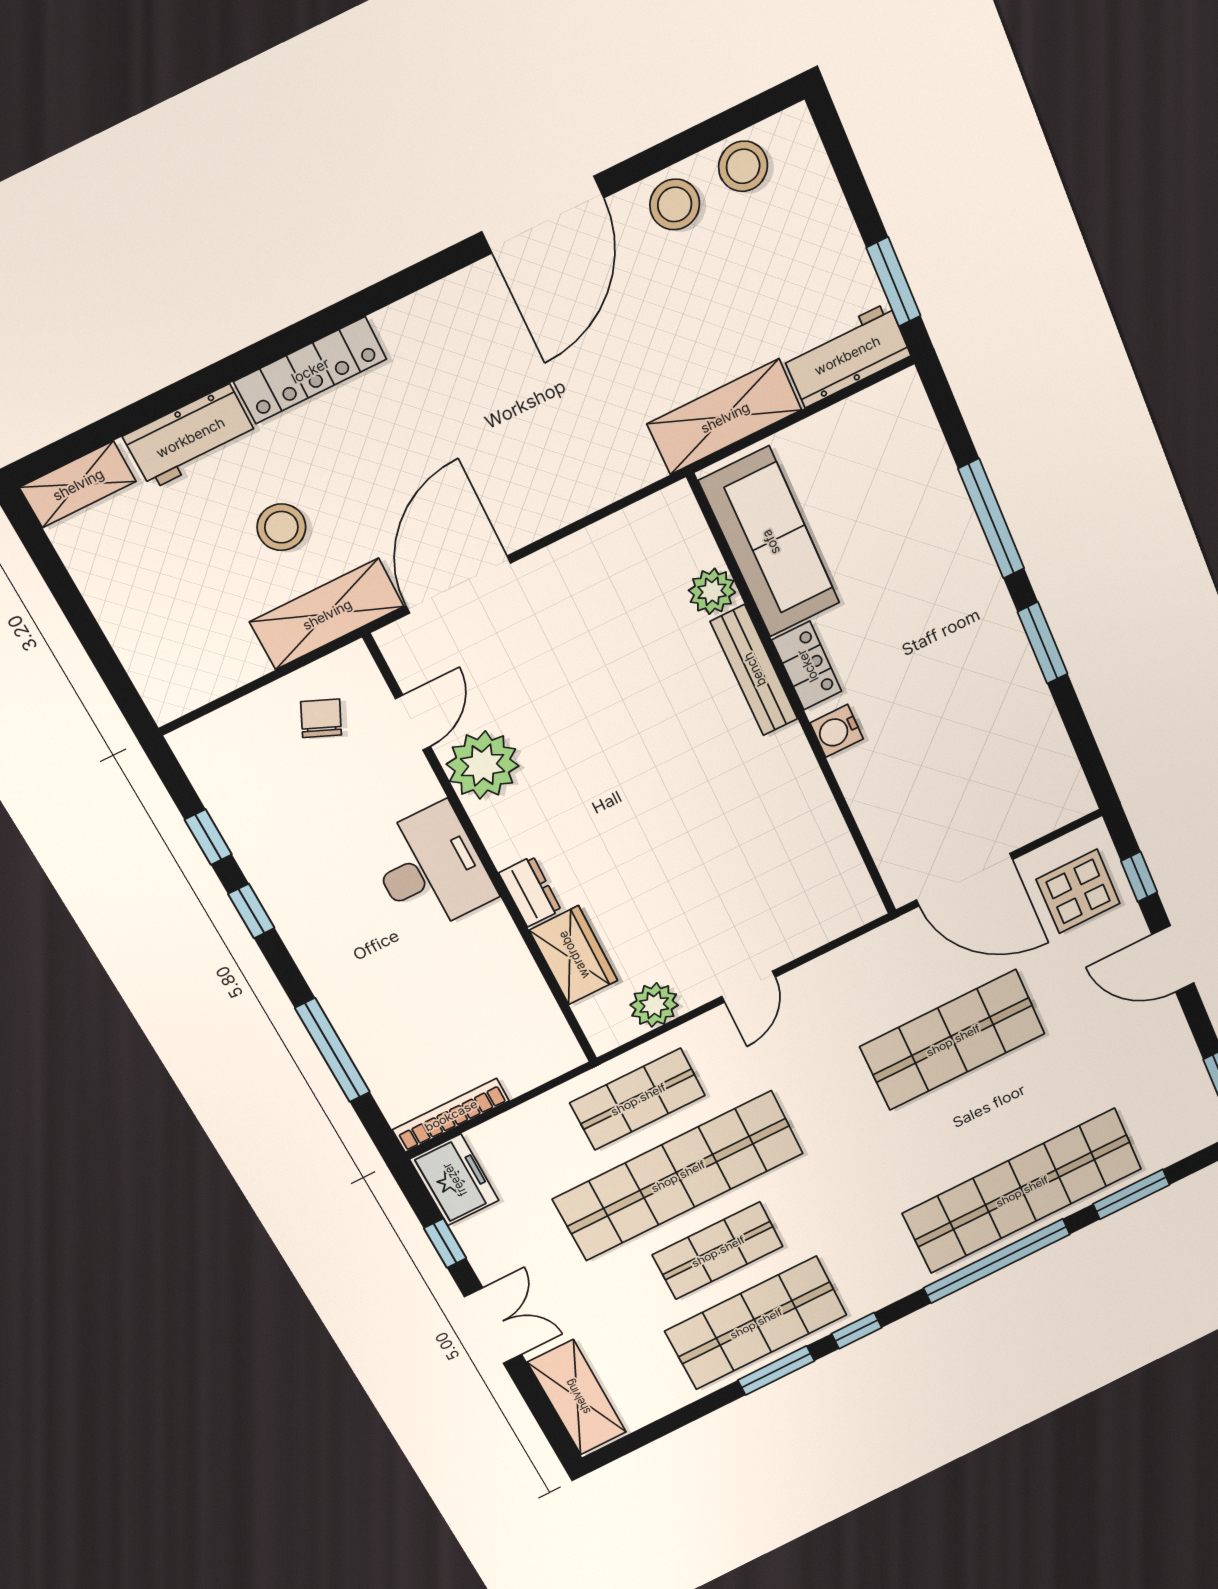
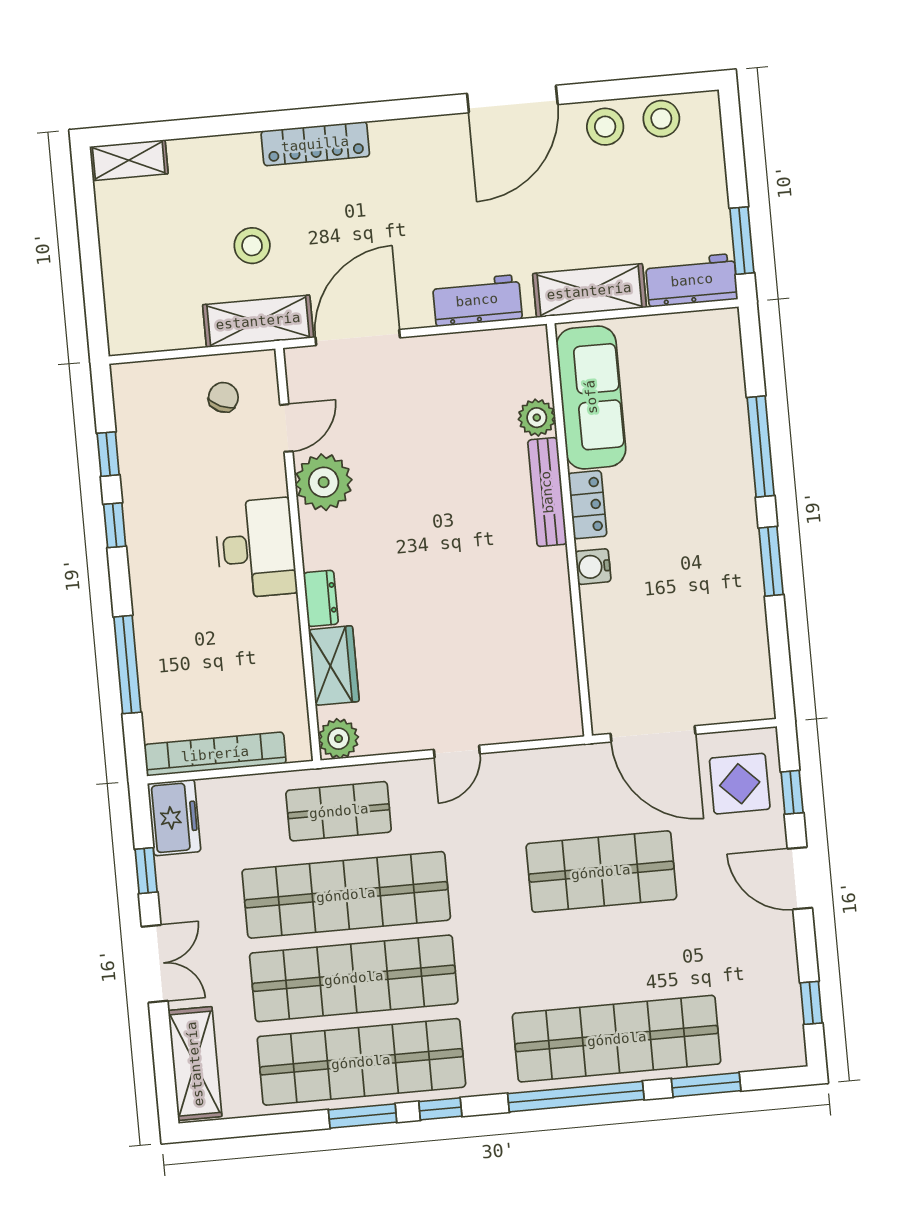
workbench: (190, 437) -> (477, 300), moved, turned 180
plant: (654, 1005) -> (339, 739), moved
bookcase: (451, 1115) -> (215, 754), width x1.48, depth x1.31
shop shelf: (718, 1251) -> (354, 978), width x2.00, depth x1.36
shop shelf: (756, 1323) -> (361, 1062), width x1.40

